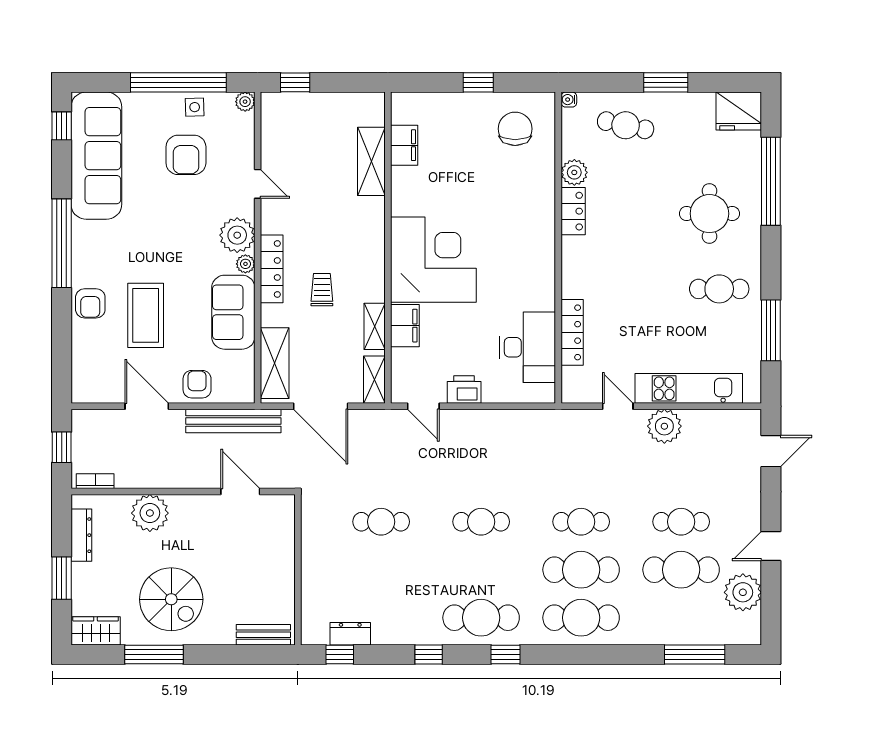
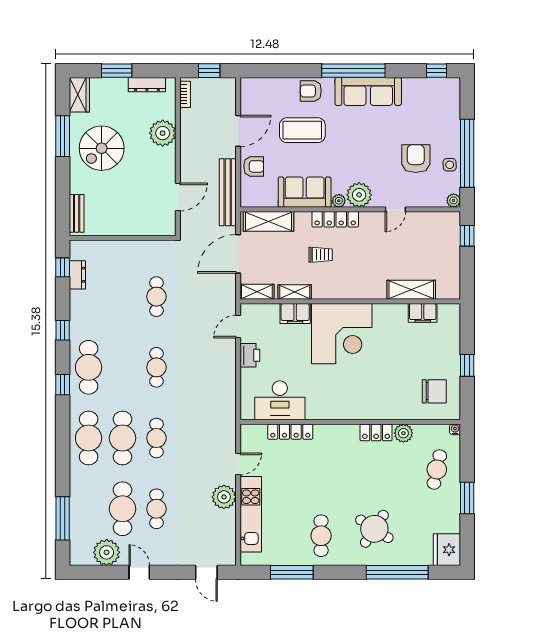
armchair: (186, 155) -> (416, 159), turned 90
sofa: (96, 156) -> (368, 91), moved, width x0.74, depth x0.79
round table: (709, 214) -> (374, 529), turned 33

